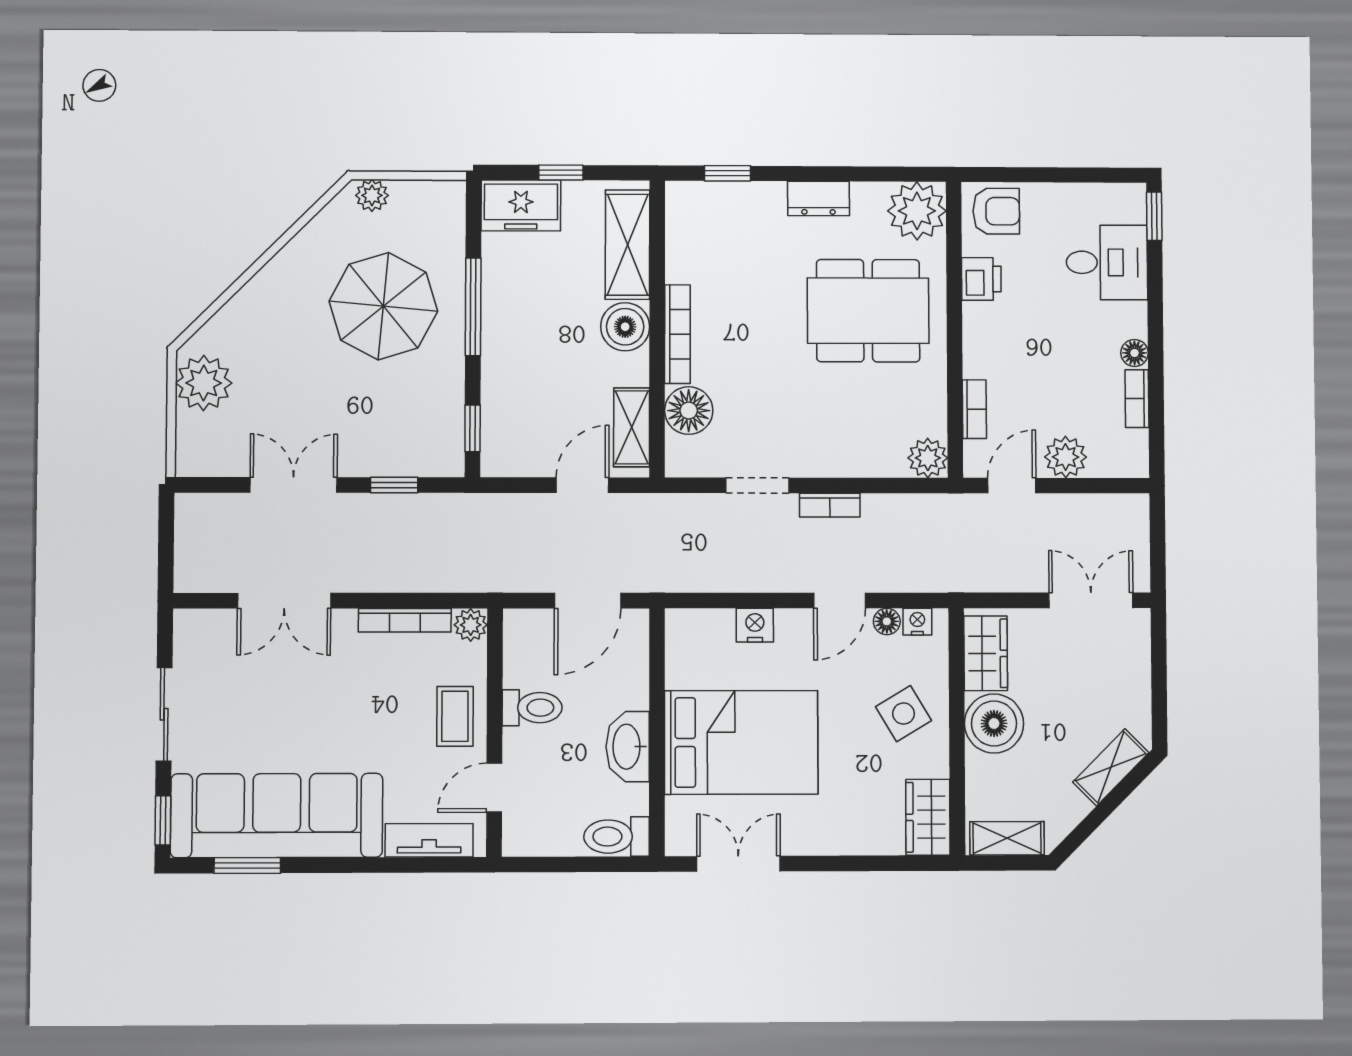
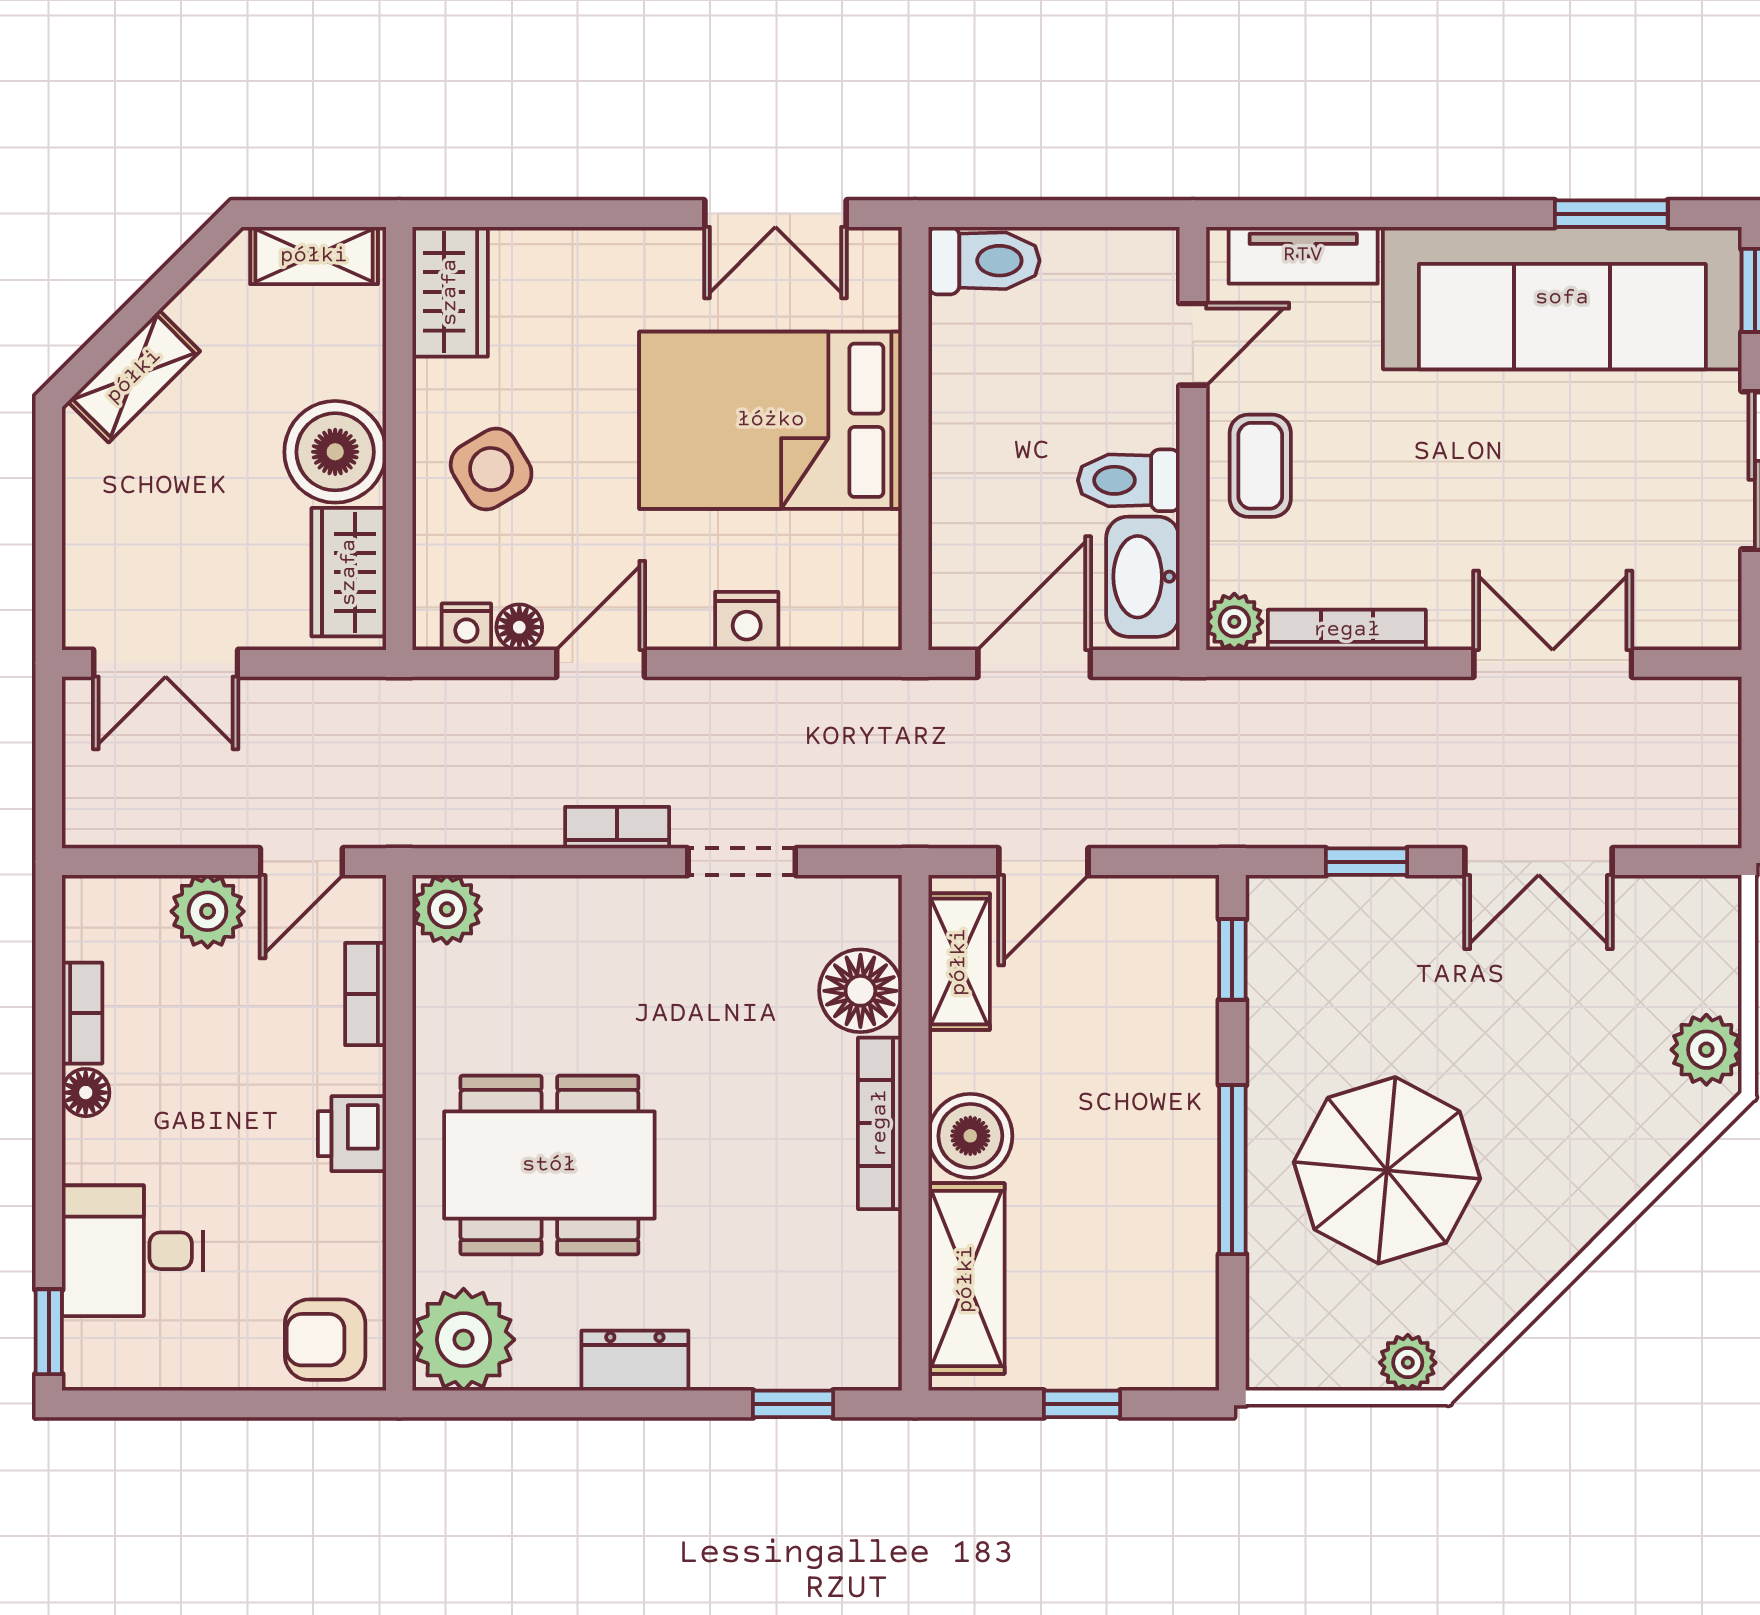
freezer: (521, 205) -> (1151, 1346), removed
printer: (981, 279) -> (352, 1134), moved
plant: (204, 383) -> (1706, 1050), width x0.73, depth x0.73
washbasin: (628, 747) -> (1143, 577), moved, turned 180

